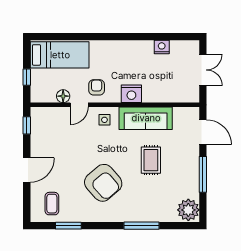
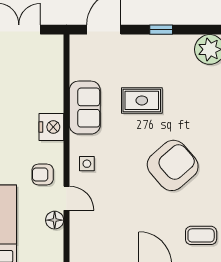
sofa: (146, 118) -> (85, 108), width x0.73
window: (203, 174) -> (161, 30), width x0.46

